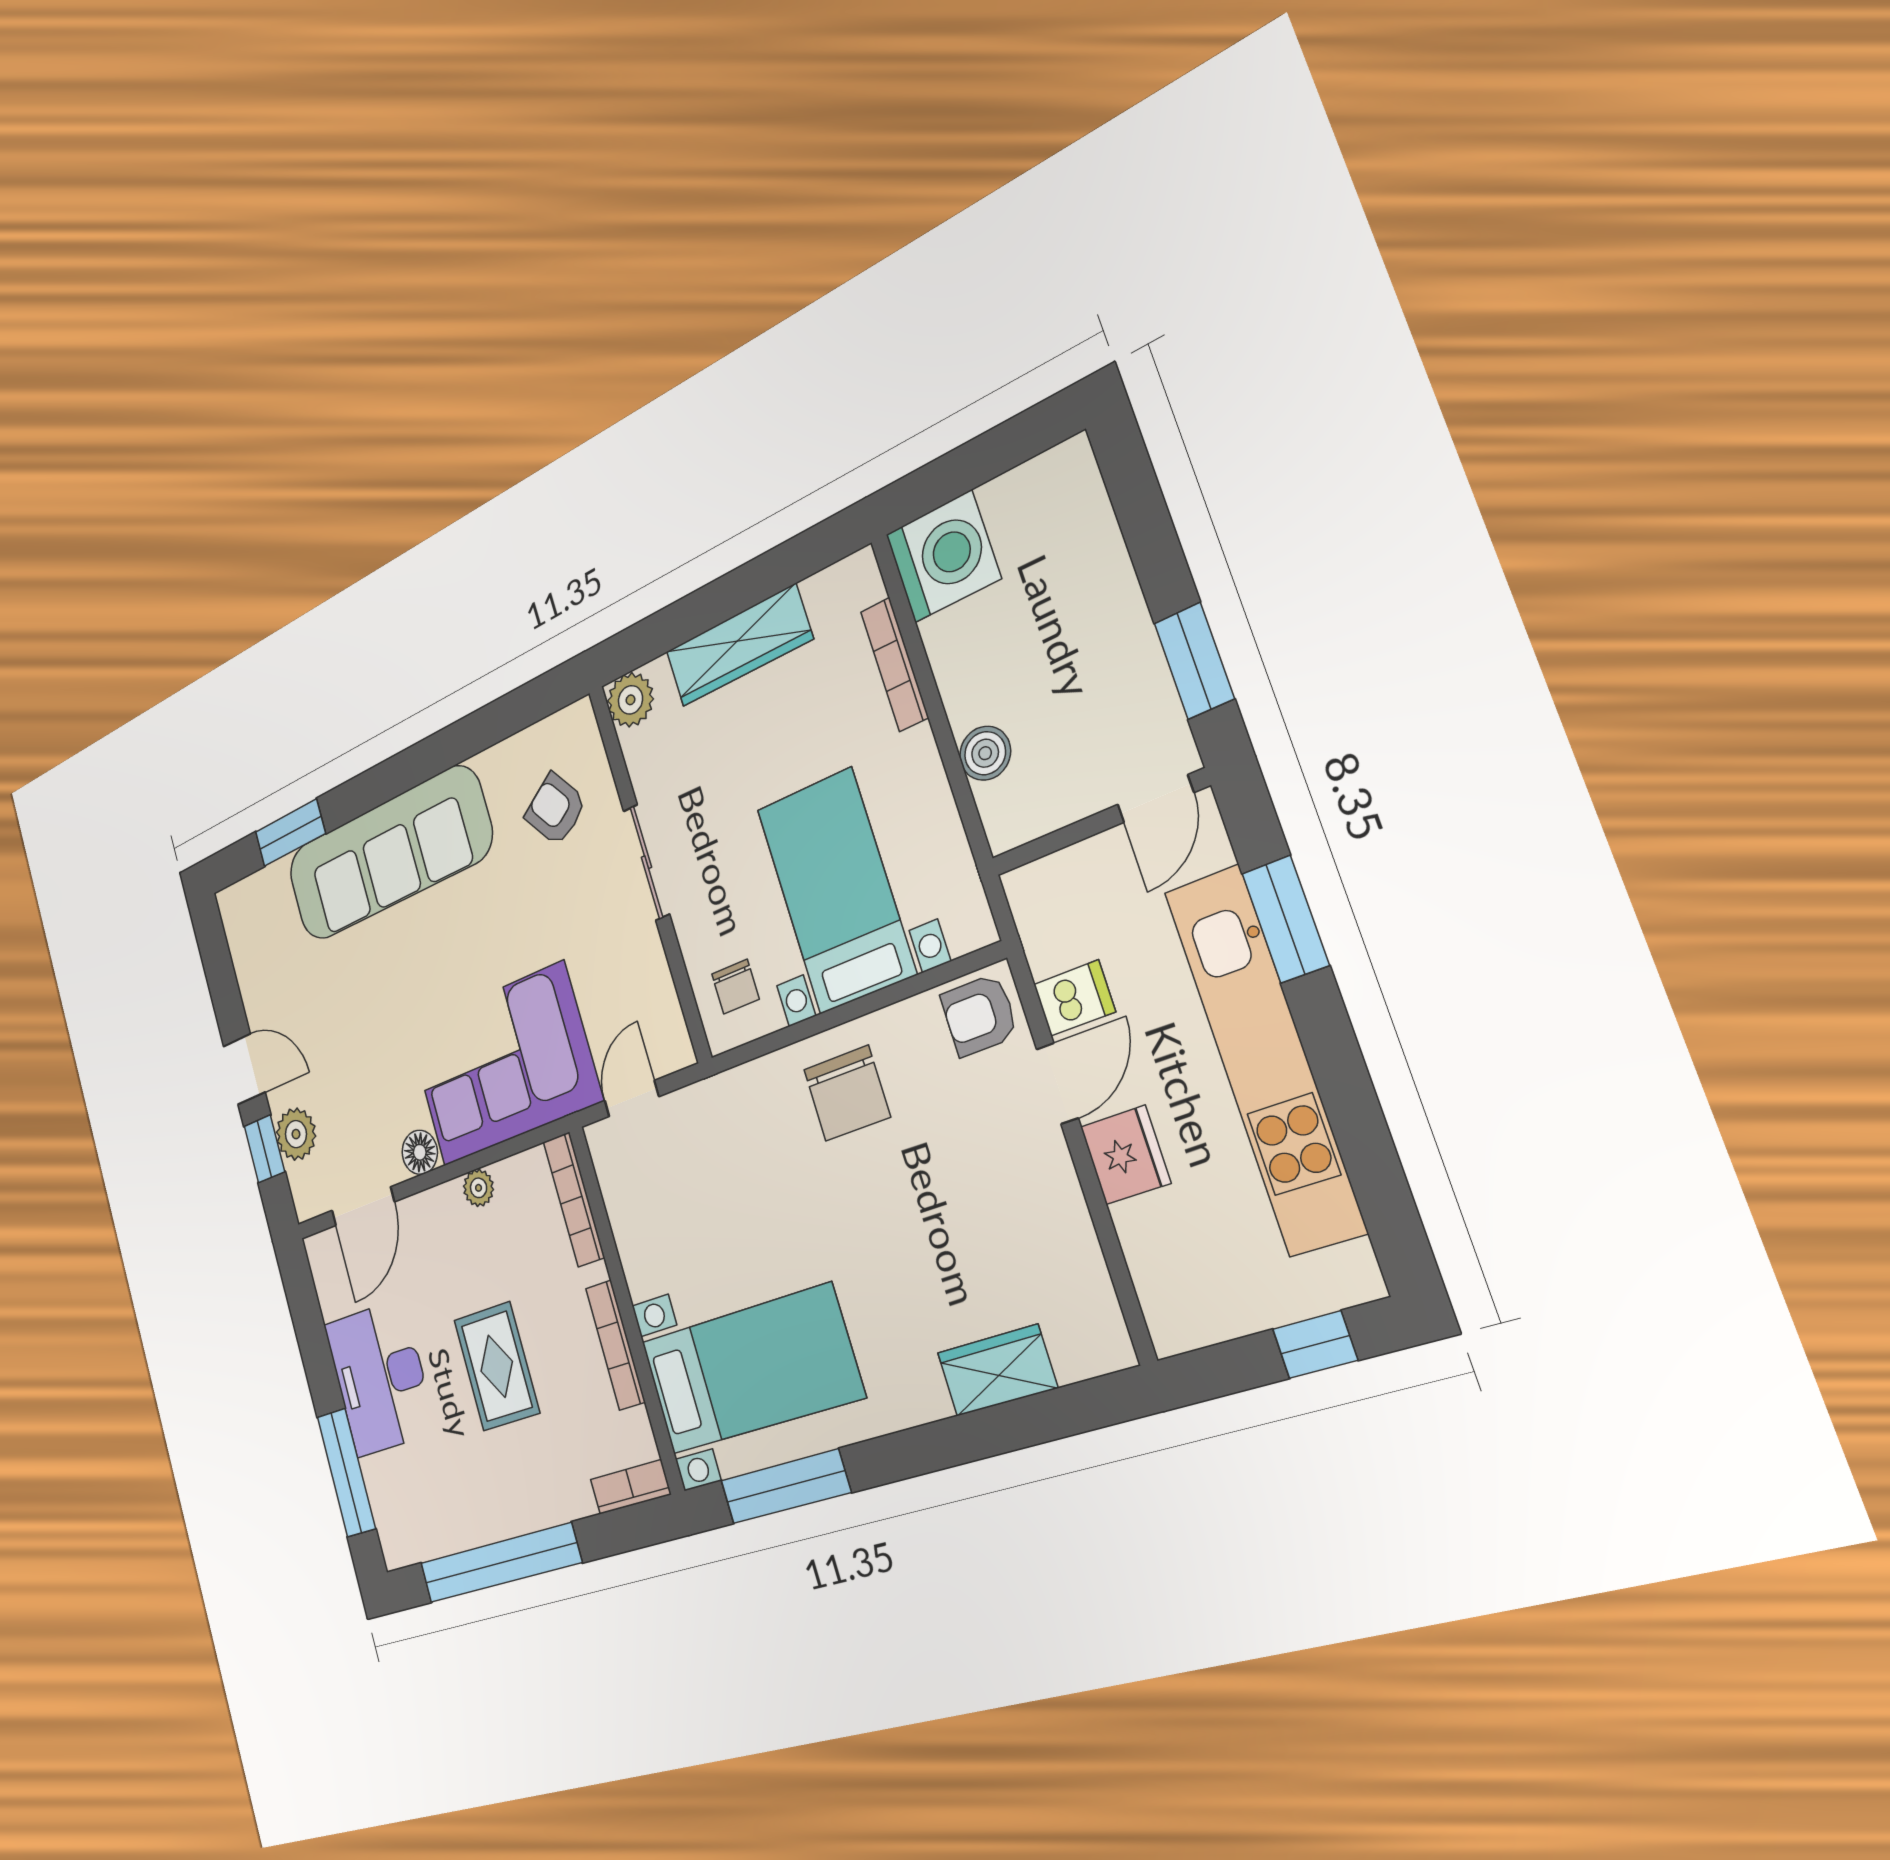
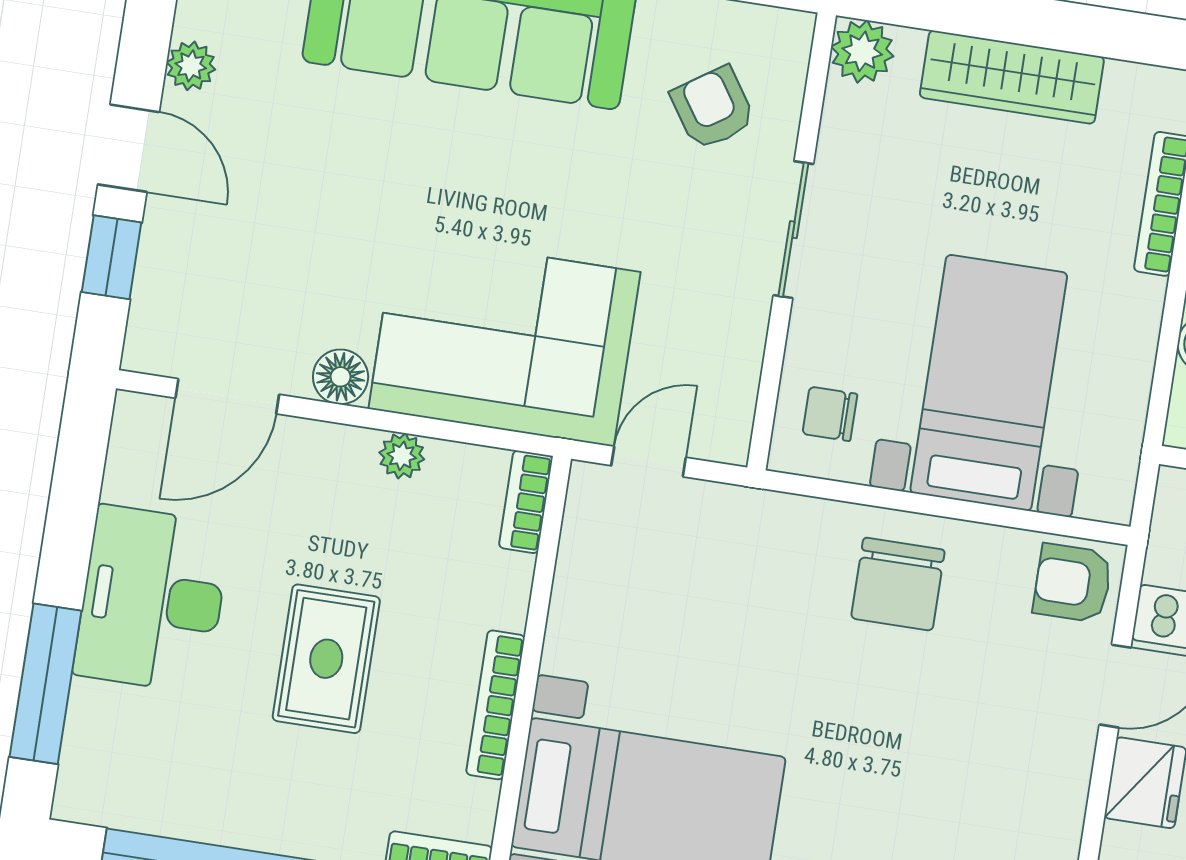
chair: (735, 987) -> (830, 414), turned 90
plant: (296, 1134) -> (191, 66), moved, width x0.73, depth x0.73
bookcase: (574, 1199) -> (526, 502), width x0.64

